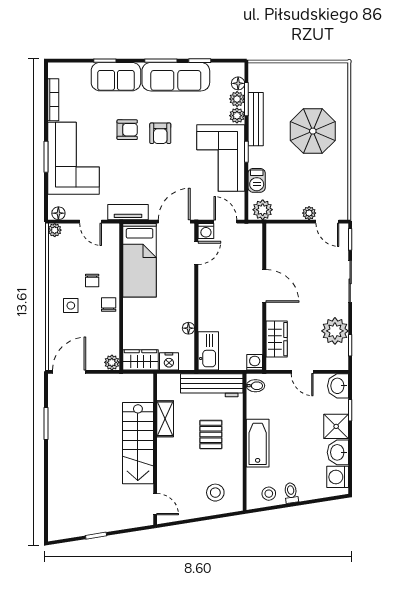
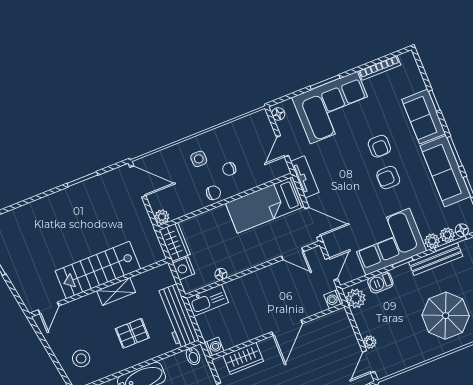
plant: (55, 230) -> (261, 117), removed
washing machine: (206, 231) -> (334, 299), moved
shelving: (165, 419) -> (116, 291), moved

